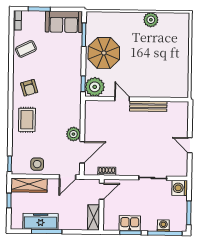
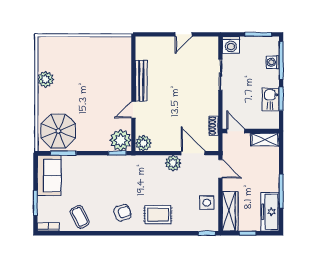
parasol: (104, 53) -> (58, 131), moved
plant: (92, 107) -> (143, 143), added
freezer: (41, 221) -> (270, 212), moved

